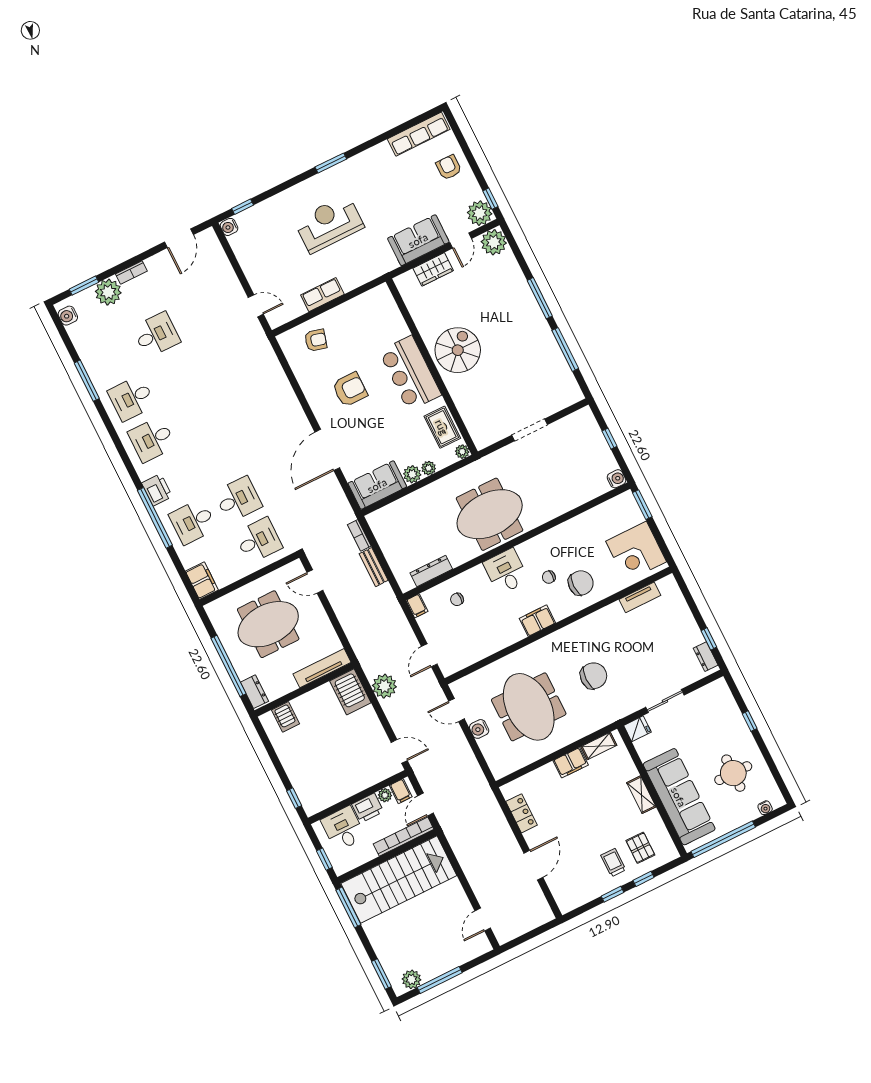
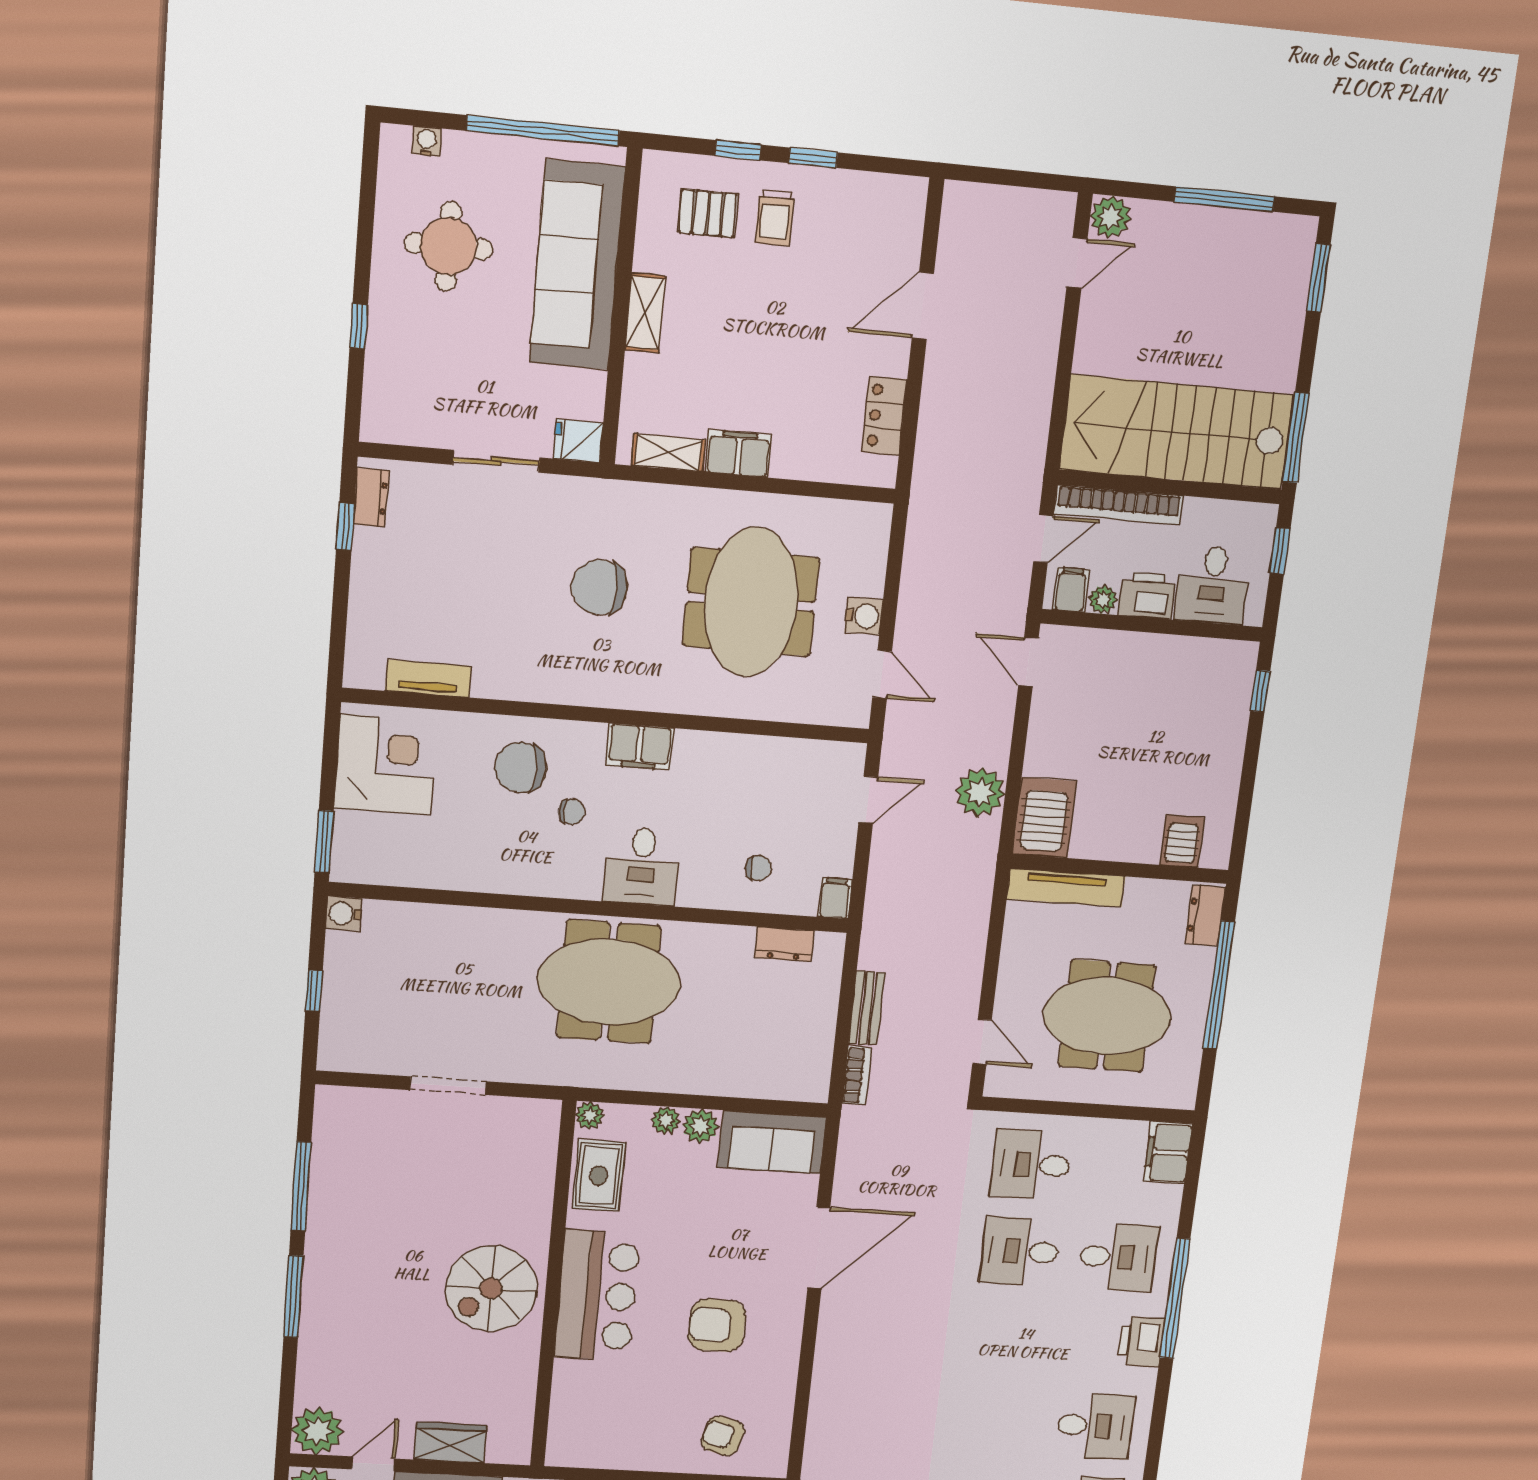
dresser: (431, 571) -> (784, 944), width x0.70
pallet: (640, 848) -> (708, 213), turned 90
plant: (412, 979) -> (1111, 217), moved

